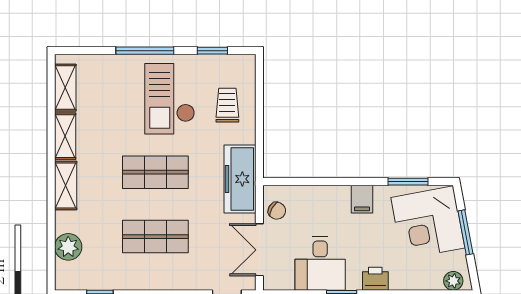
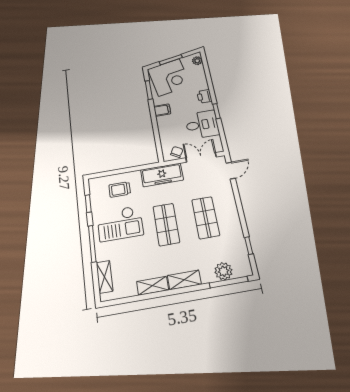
shelving: (65, 88) -> (105, 277), moved, turned 90
double door: (259, 250) -> (201, 157), swing flipped
window: (51, 251) -> (229, 282), added

